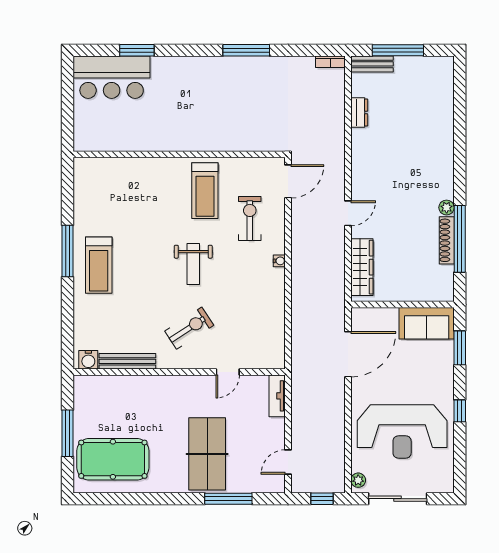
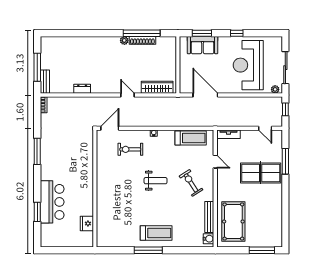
bar counter: (112, 77) -> (52, 202), moved
dresser: (359, 112) -> (82, 89), moved
fridge: (116, 140) -> (87, 224), added
door: (288, 181) -> (110, 128), hinge flipped
treadmill: (205, 191) -> (191, 138), moved
sofa: (427, 323) -> (202, 45), moved, turned 90
reception desk: (402, 431) -> (248, 65), turned 180
window: (68, 433) -> (262, 250), moved
pool table: (113, 459) -> (233, 222), moved

